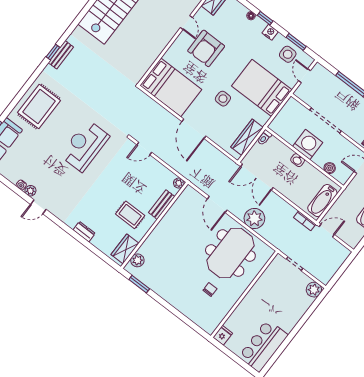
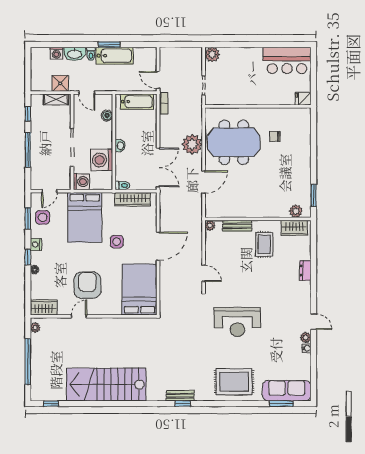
armchair: (206, 48) -> (87, 285), turned -90
washing machine: (293, 107) -> (81, 182), added
washing machine: (308, 145) -> (102, 160), moved

